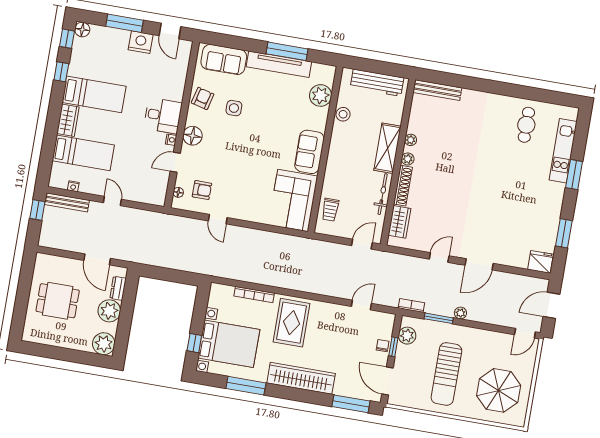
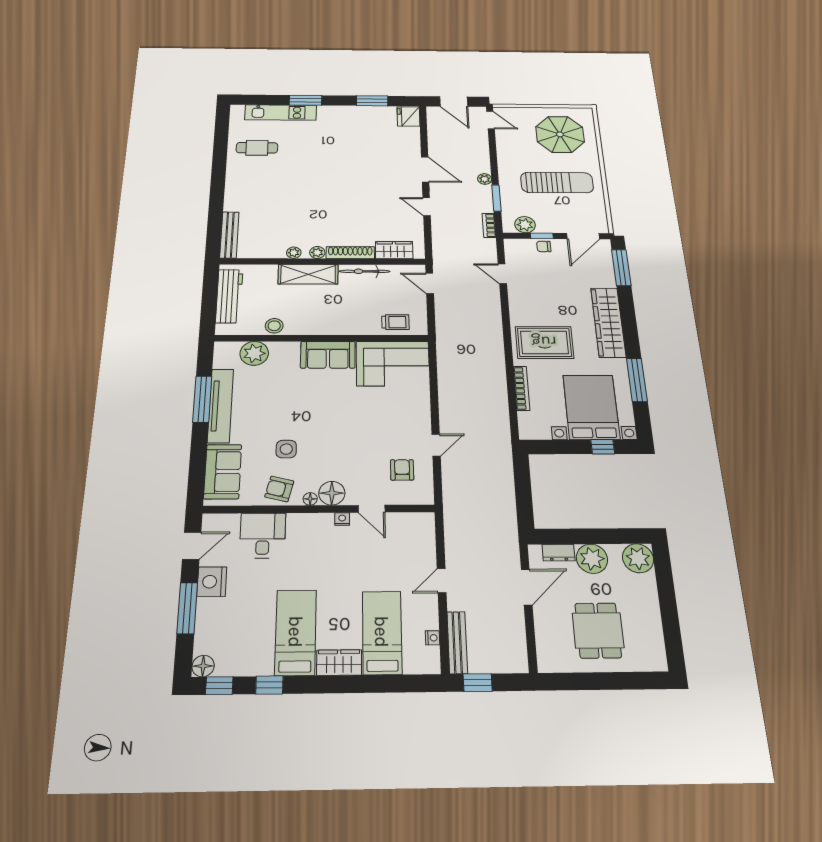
desk: (163, 116) -> (263, 535), moved
floor lamp: (178, 192) -> (310, 499), moved

